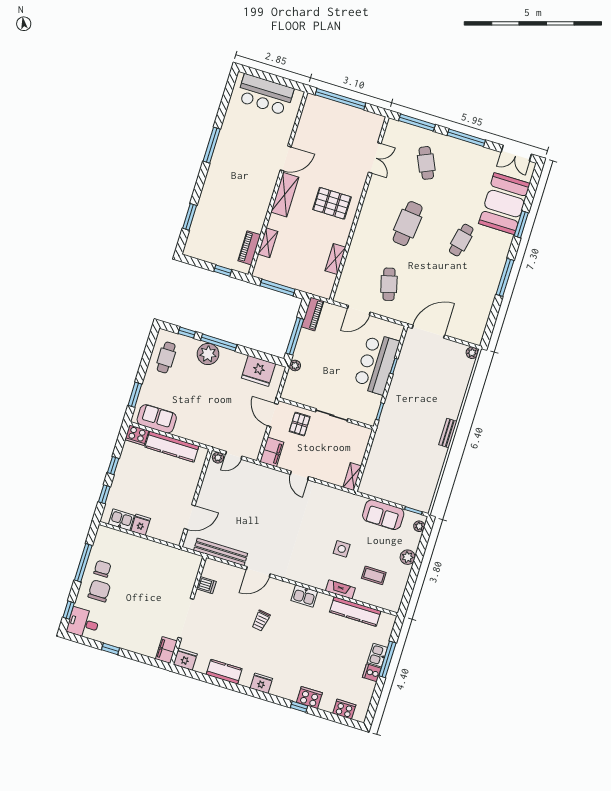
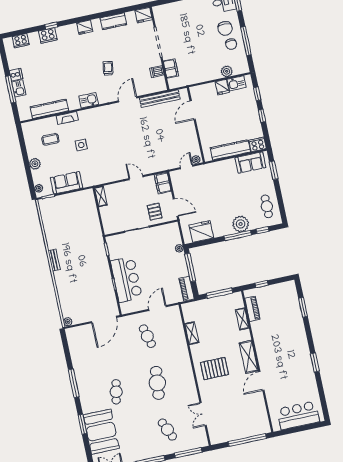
window: (212, 145) -> (315, 362), width x0.69
plant: (125, 540) -> (227, 71), added
filing cabinet: (166, 650) -> (171, 68), moved

